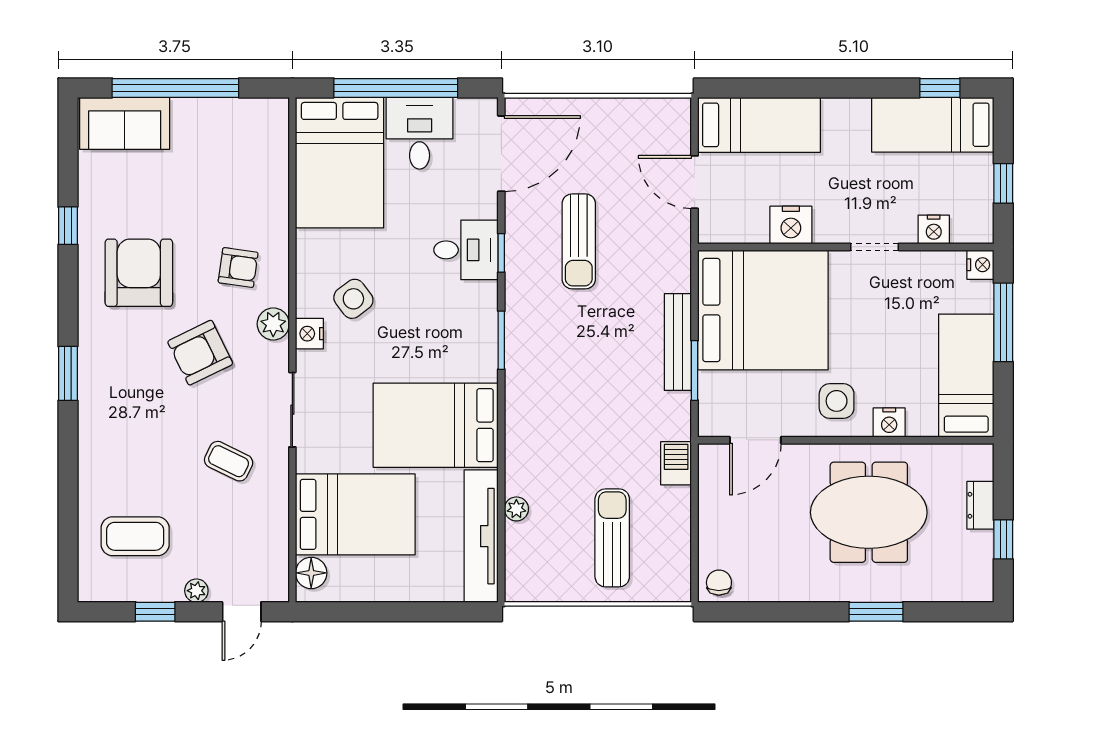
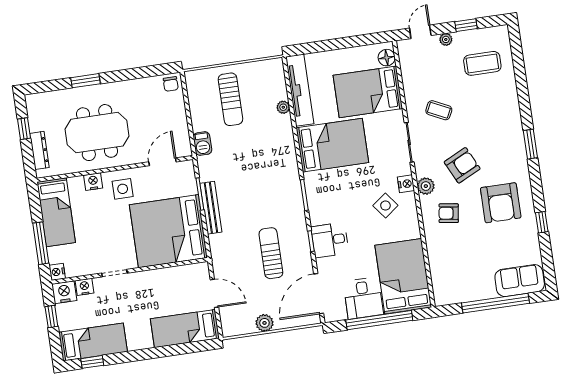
plant: (610, 114) -> (264, 323), added
nightstand: (791, 225) -> (64, 292), moved
dresser: (980, 505) -> (39, 150), width x1.44

